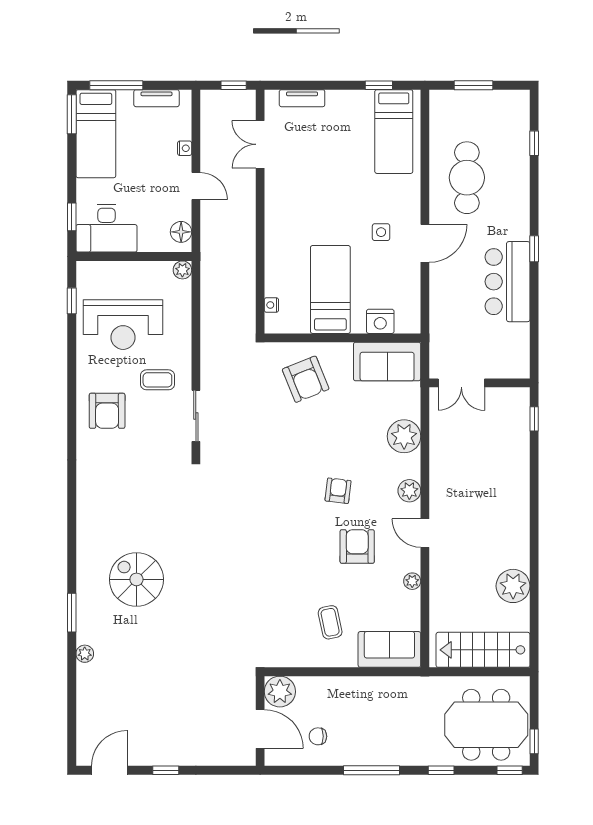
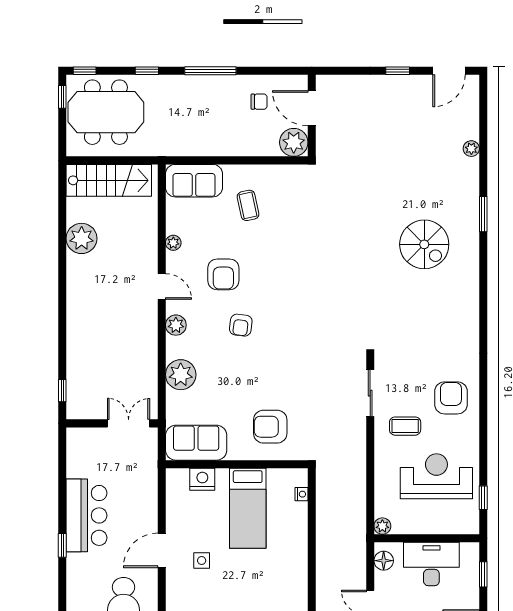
desk: (106, 228) -> (431, 564), moved
armchair: (306, 379) -> (270, 427), turned -68
plant: (85, 654) -> (471, 149), moved

